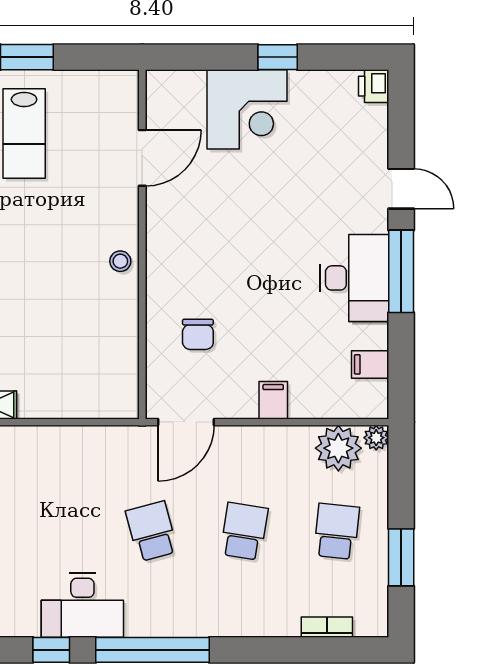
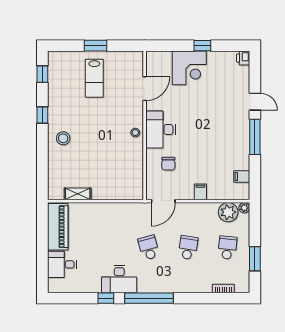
desk: (354, 278) -> (161, 130), moved, turned 180

